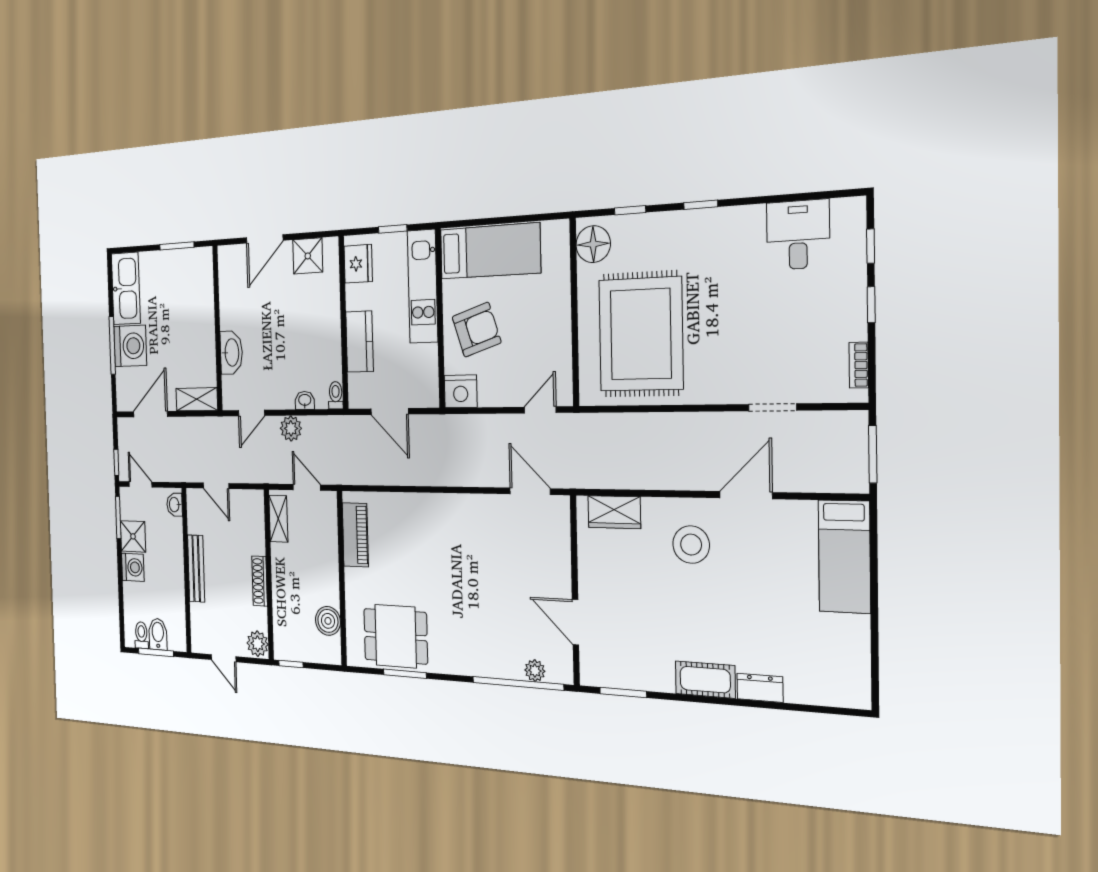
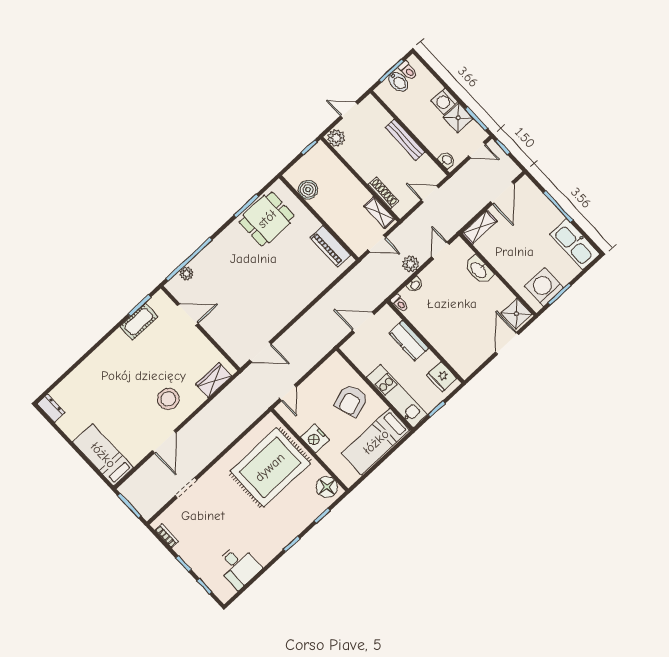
shower: (308, 256) -> (516, 314), moved
rug: (641, 334) -> (270, 467), turned 90
washing machine: (130, 346) -> (544, 287), moved, turned 90
nightstand: (461, 391) -> (315, 438), moved, turned -90
shoe rack: (260, 581) -> (383, 193), moved
cot: (705, 680) -> (139, 322), moved
dresser: (760, 688) -> (51, 408), moved, turned -90

